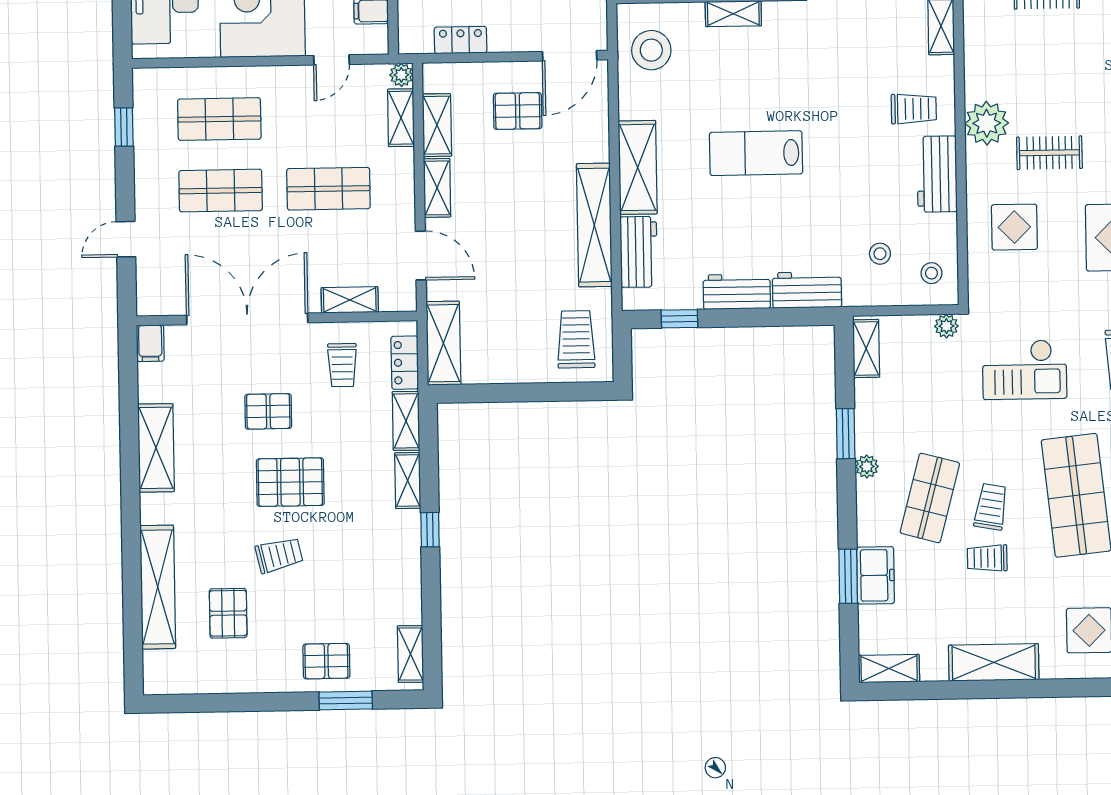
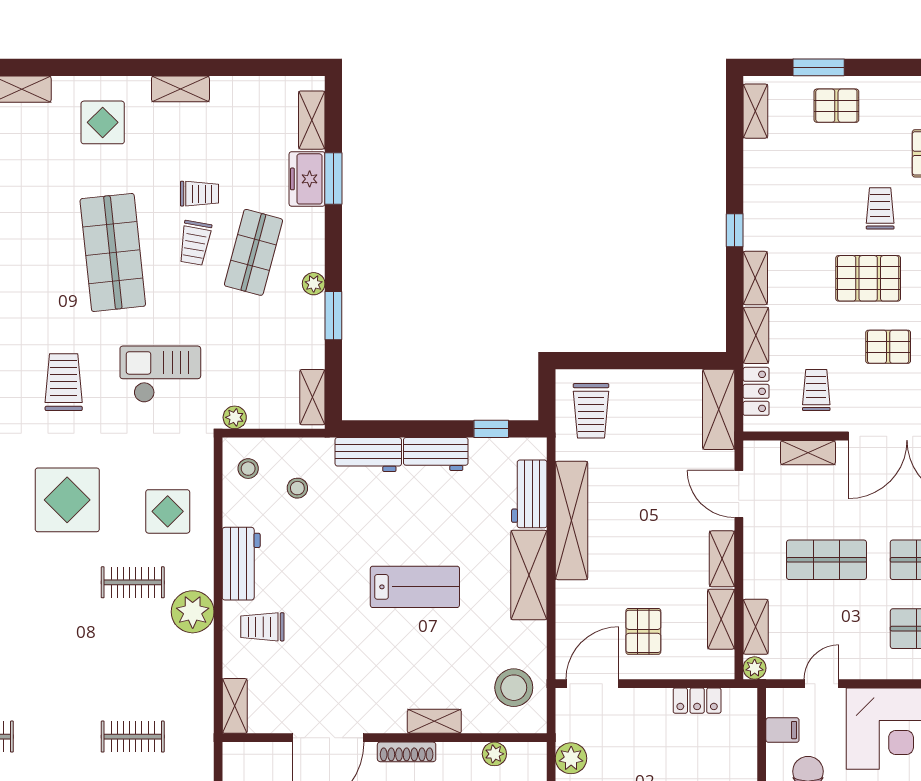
pallet: (518, 111) -> (643, 631), turned 90
trolley: (279, 555) -> (880, 208), turned 103
shelving: (994, 662) -> (180, 89), width x0.67, depth x0.75
shelving: (889, 668) -> (312, 120), moved, turned 90

